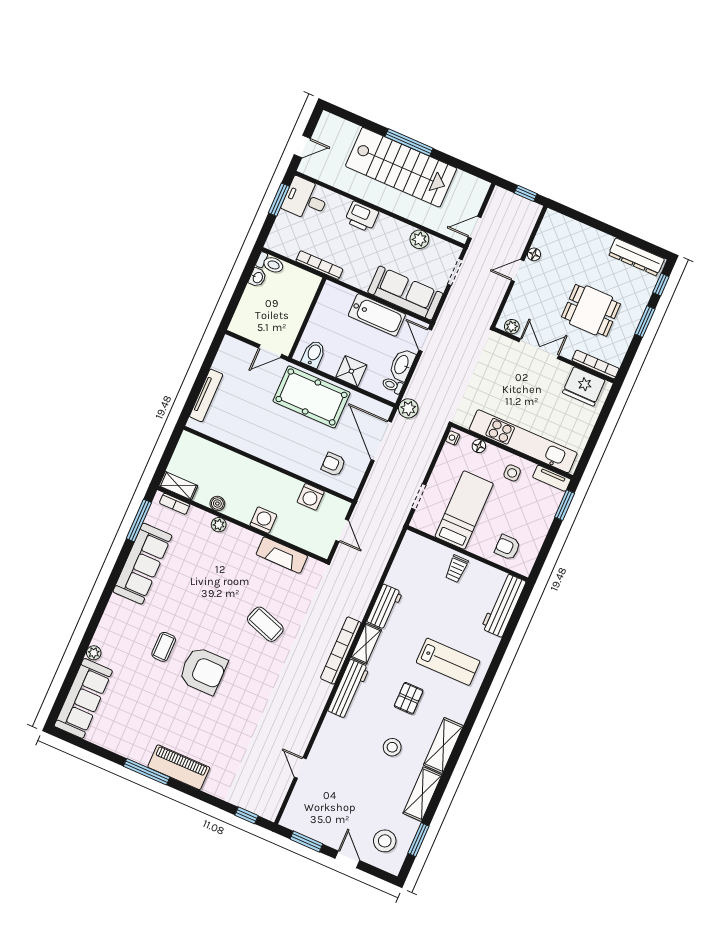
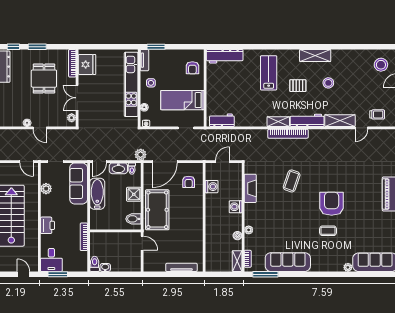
trolley: (456, 569) -> (377, 114), moved
workbench: (385, 607) -> (222, 120), moved
shelving: (422, 794) -> (340, 121), moved
window: (418, 840) -> (372, 47), removed

